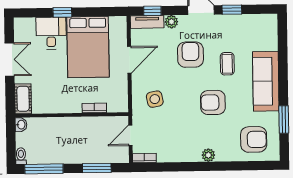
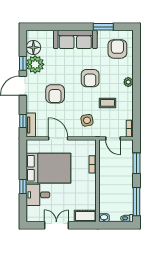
plant: (171, 22) -> (35, 64), moved, width x1.87, depth x1.87
floor lamp: (254, 24) -> (33, 47), added
armchair: (190, 55) -> (55, 94), turned -90
coffee table: (227, 64) -> (108, 103), moved

